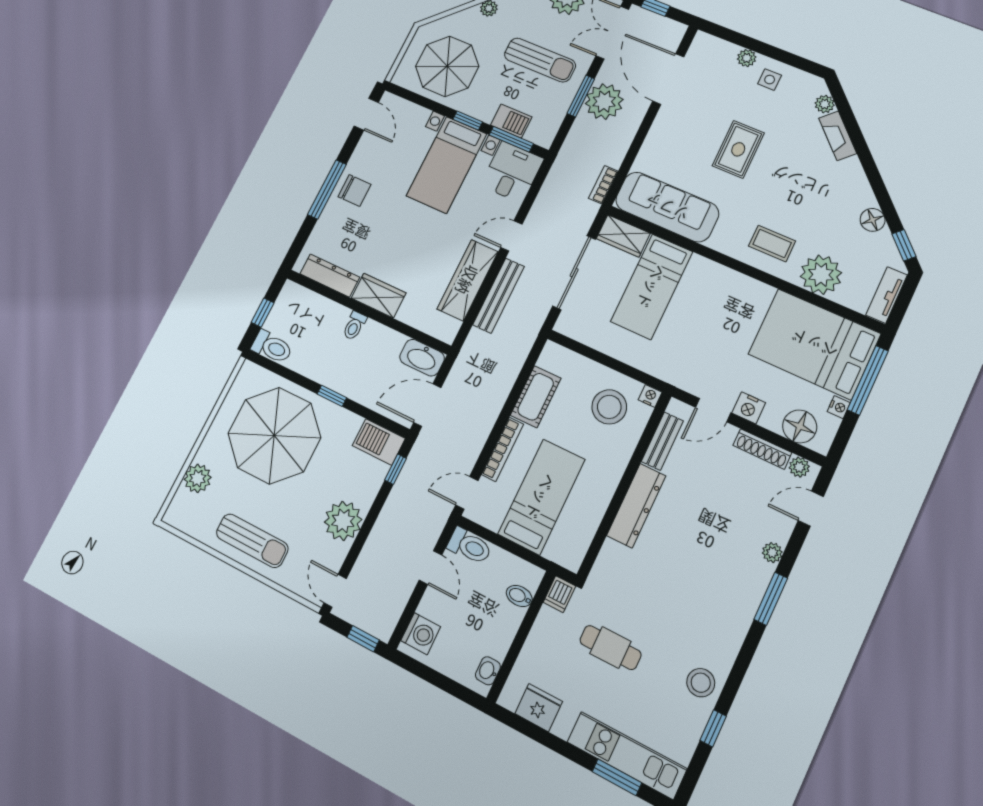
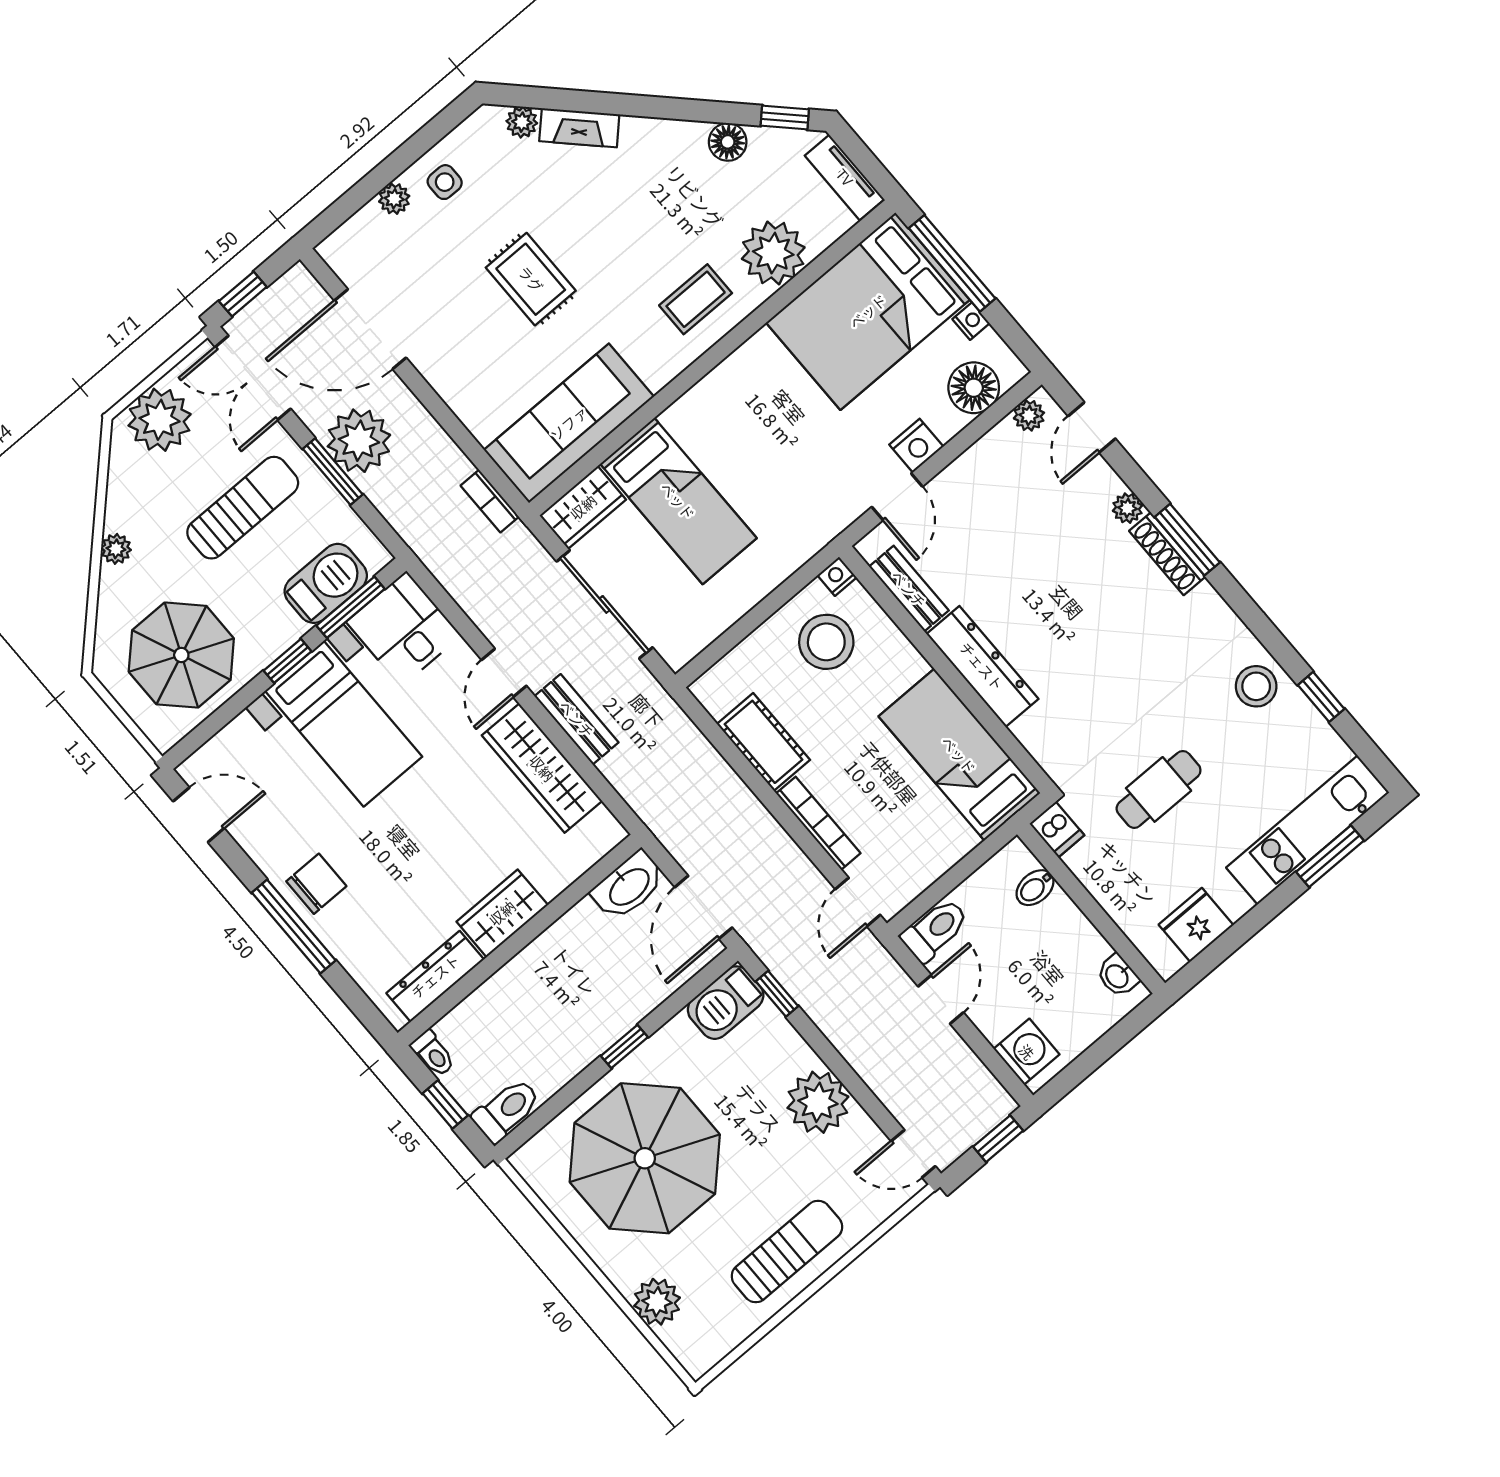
barbecue: (511, 121) -> (326, 583), width x1.38, depth x1.27
bench: (498, 296) -> (577, 719), width x0.73
toilet: (354, 326) -> (433, 1053), moved
shoe rack: (762, 449) -> (1167, 554), moved, turned 90
bed: (541, 497) -> (959, 755), moved
door: (430, 568) -> (941, 999), hinge flipped

